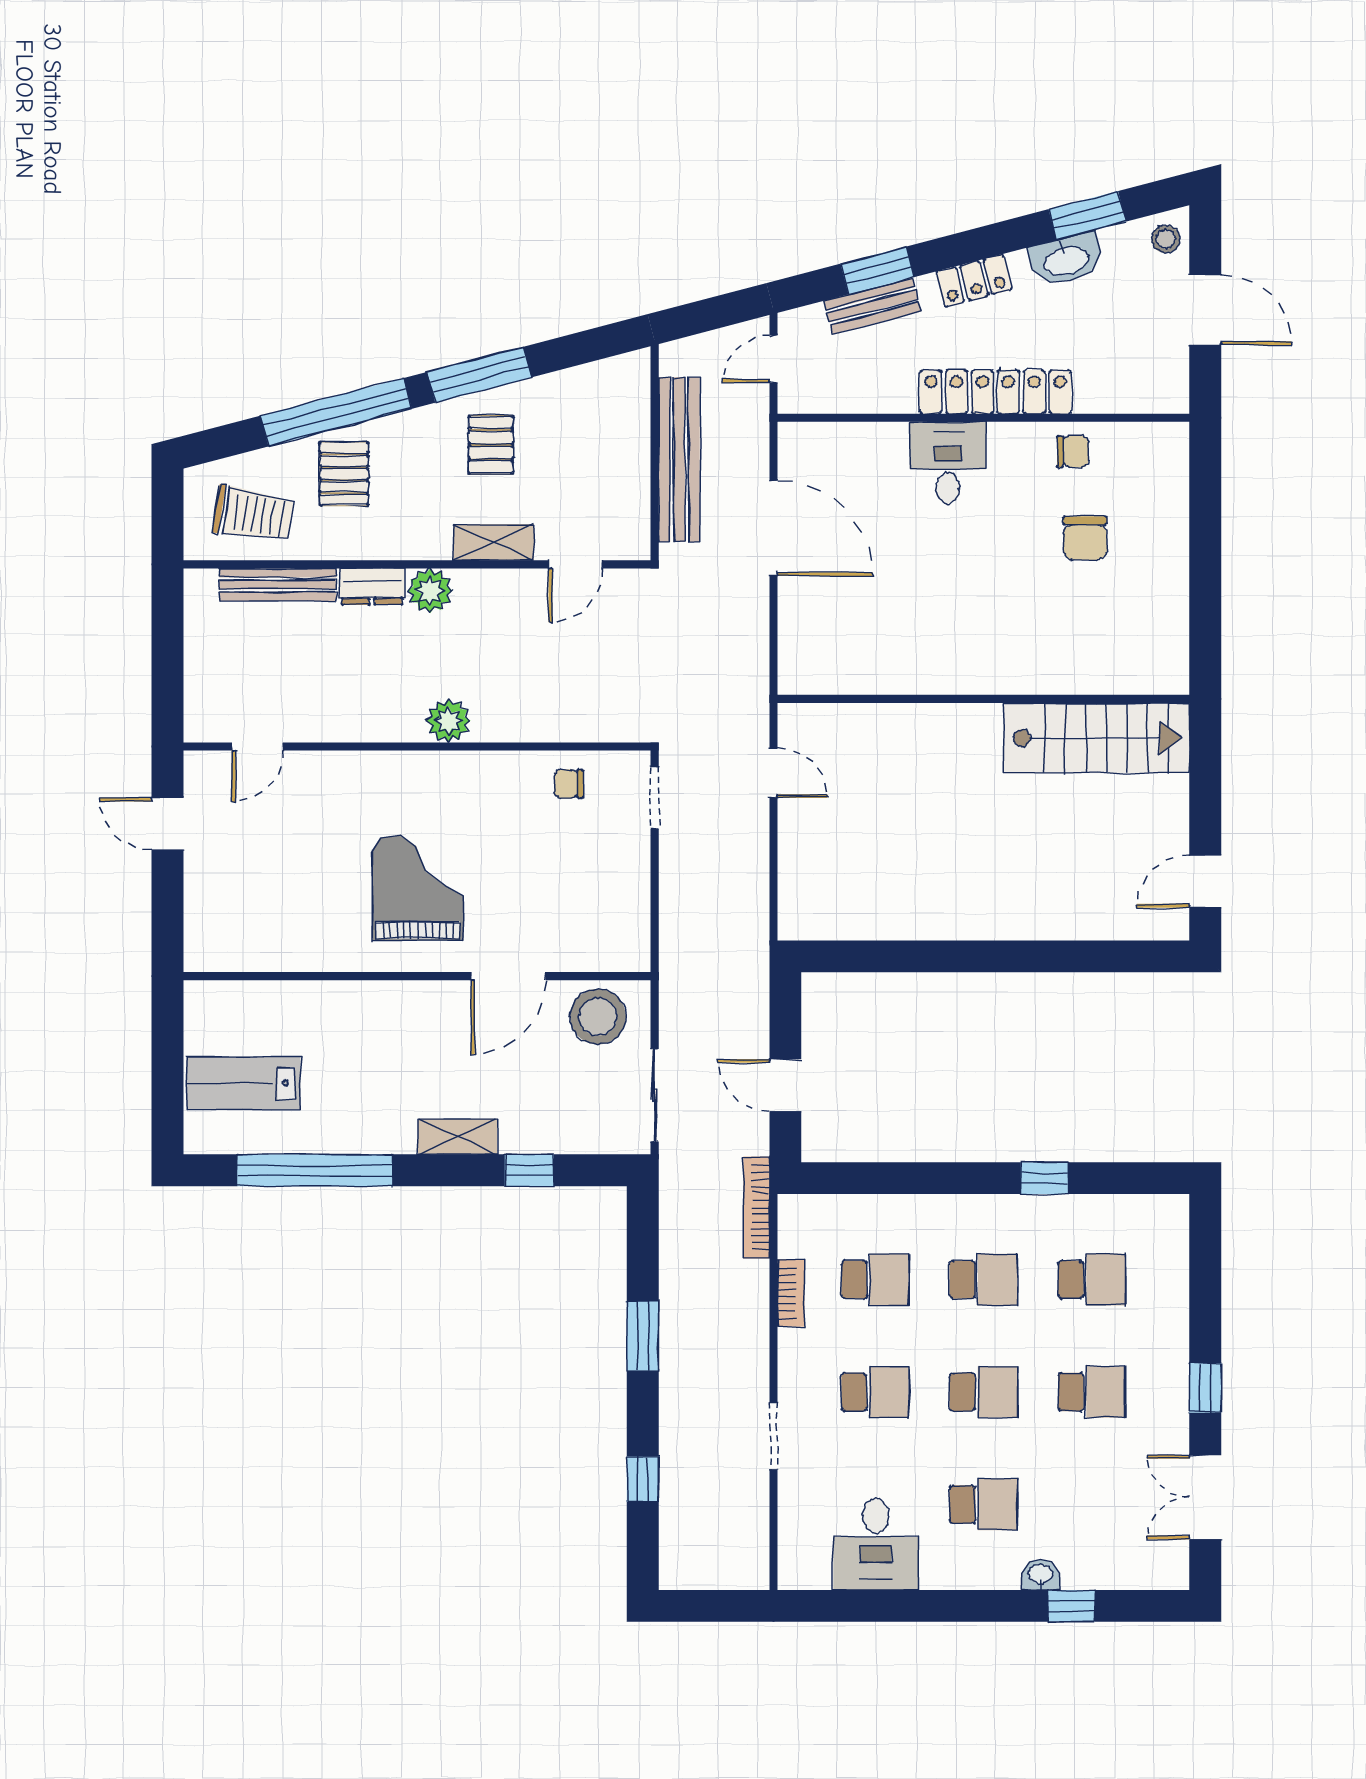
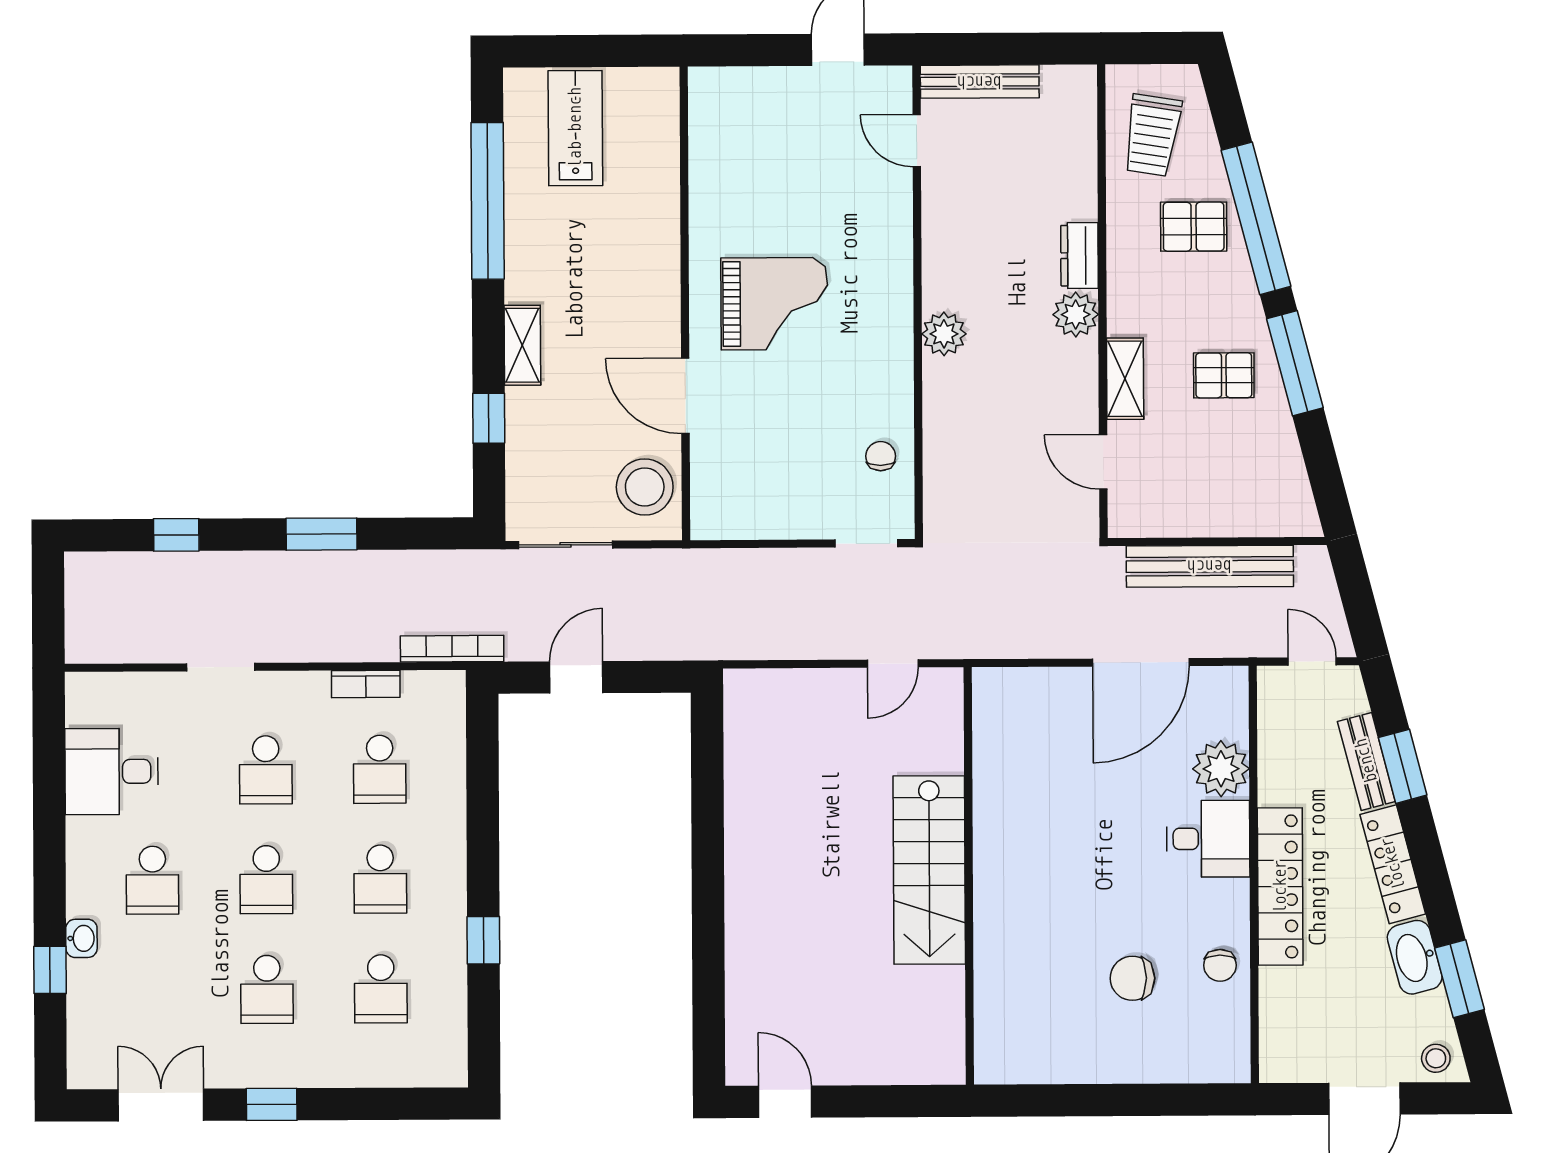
locker: (974, 281) -> (1393, 864), width x1.53
plant: (879, 450) -> (1221, 769), added
bench: (278, 585) -> (980, 82), moved, turned 90
stairs: (1096, 738) -> (929, 870), moved

